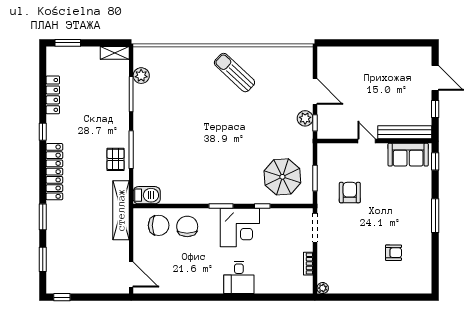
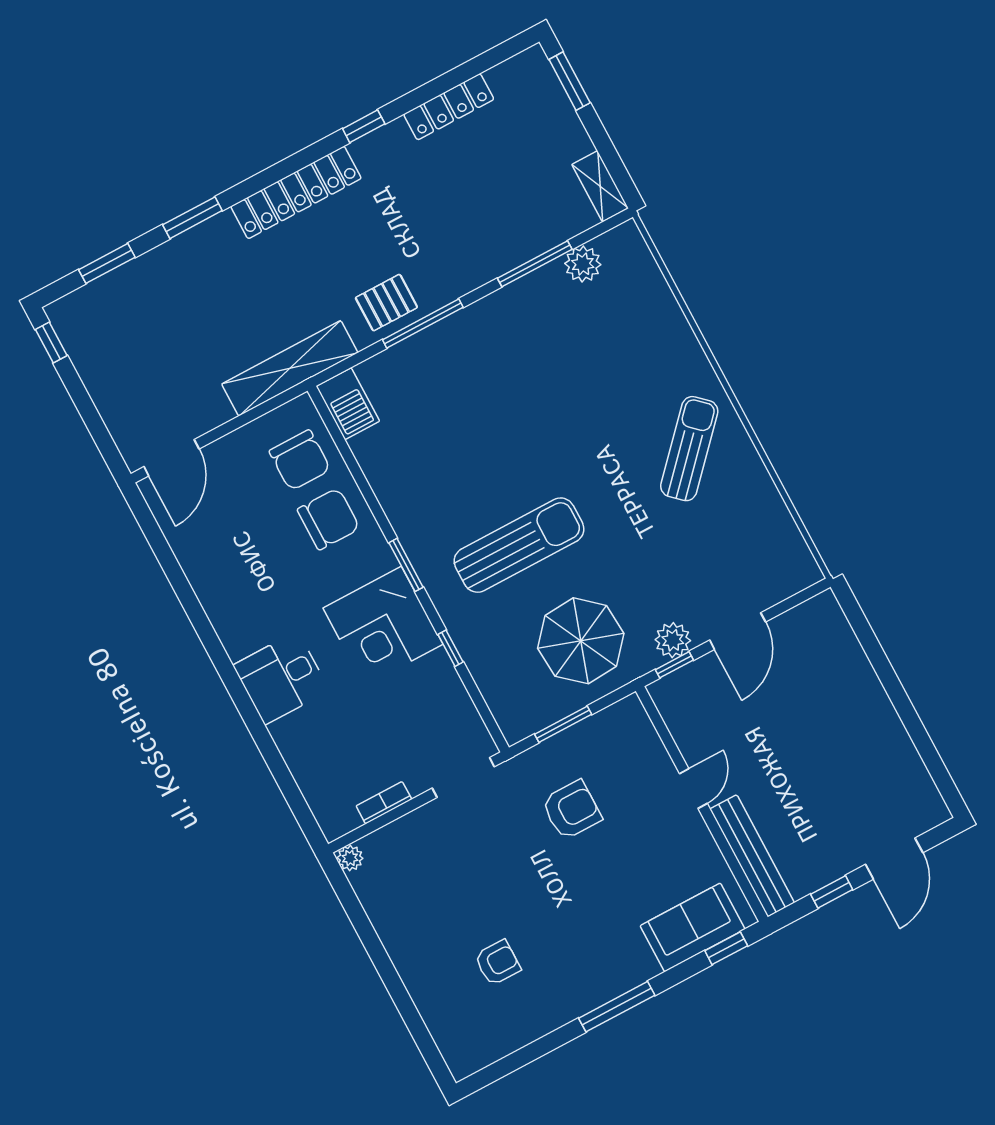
sofa: (408, 155) -> (693, 927), moved, turned 90
sun lounger: (237, 158) -> (519, 545), added
parasol: (282, 177) -> (581, 641), moved
armchair: (394, 253) -> (497, 963), turned -90

